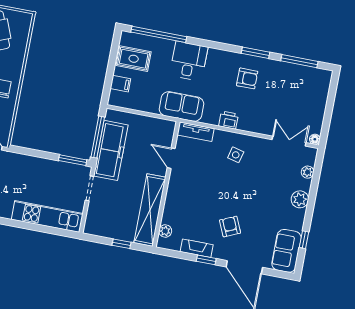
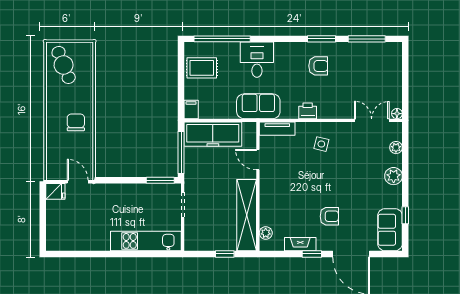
filing cabinet: (120, 84) -> (191, 109), moved, turned -90
freezer: (111, 150) -> (213, 134), moved, turned 90
armchair: (230, 227) -> (329, 216), turned 114

